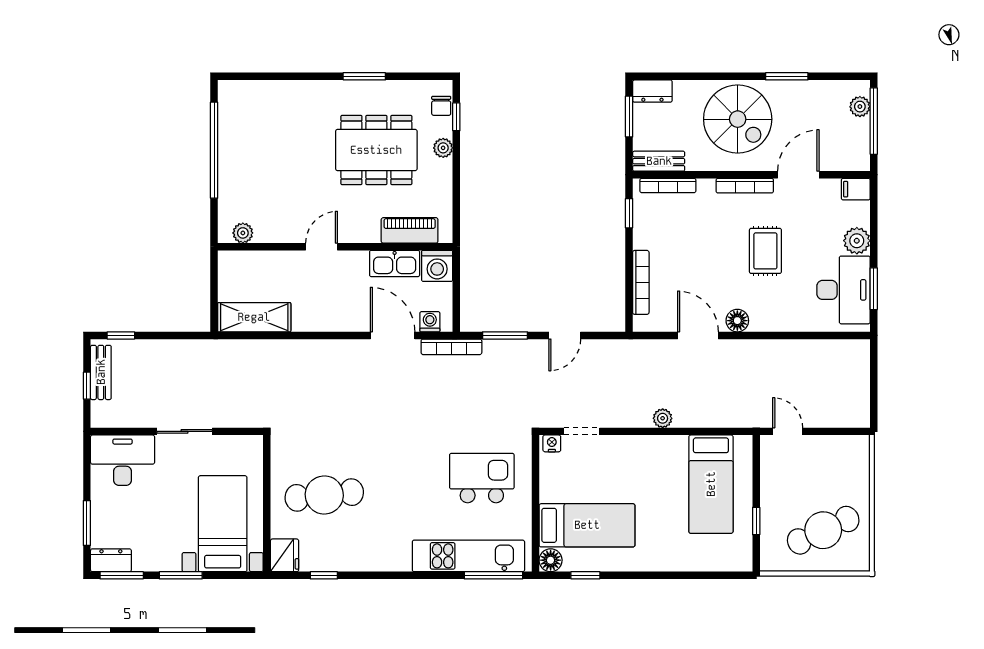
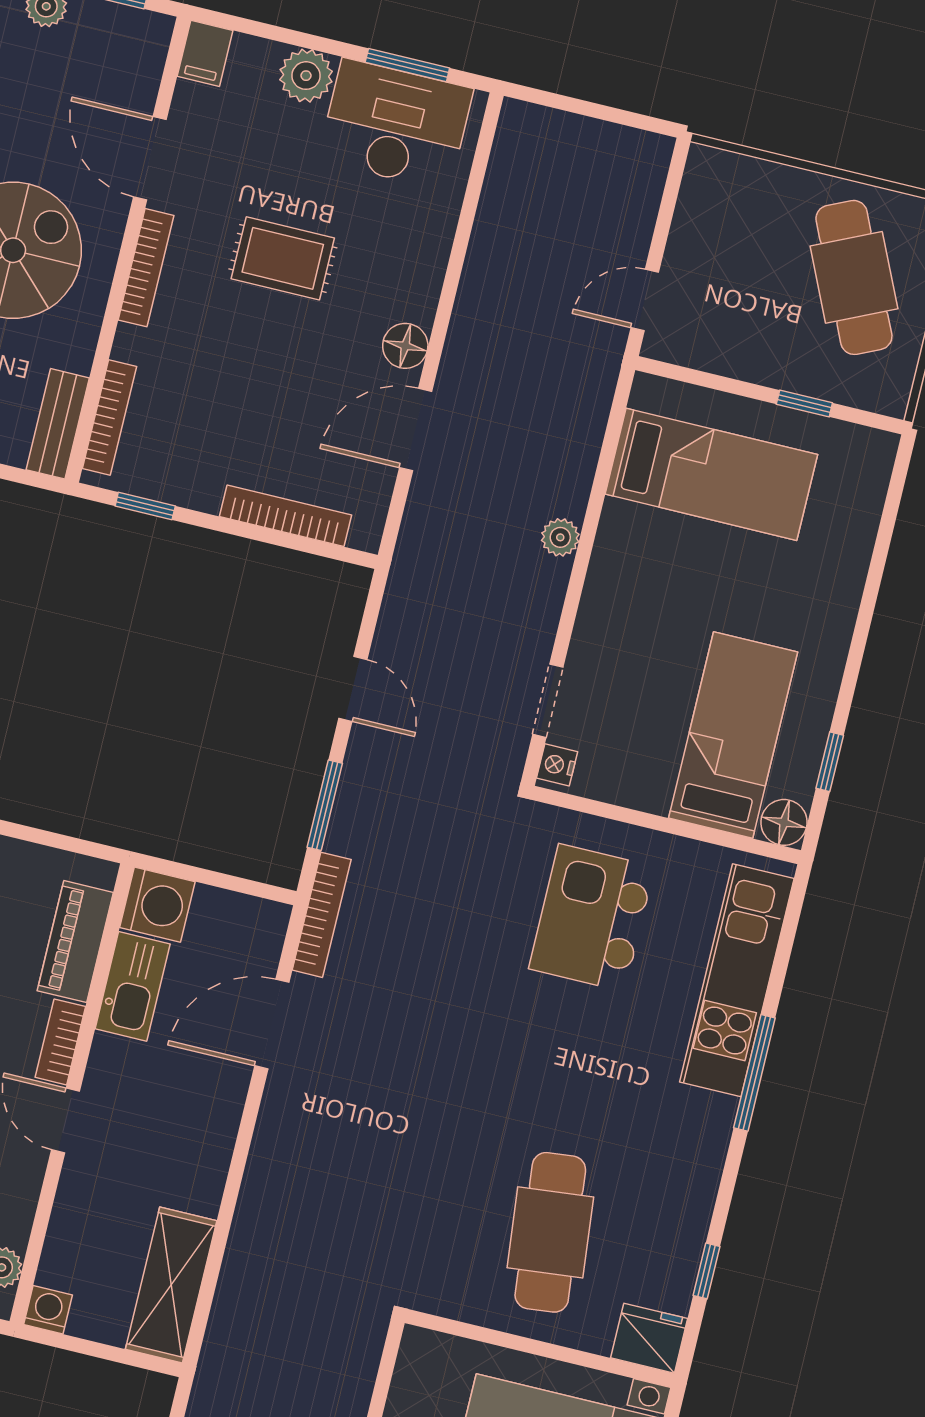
bookcase: (359, 235) -> (60, 1042), added
washing machine: (430, 322) -> (48, 1310), moved, turned 90
window: (494, 575) -> (754, 1073), moved

